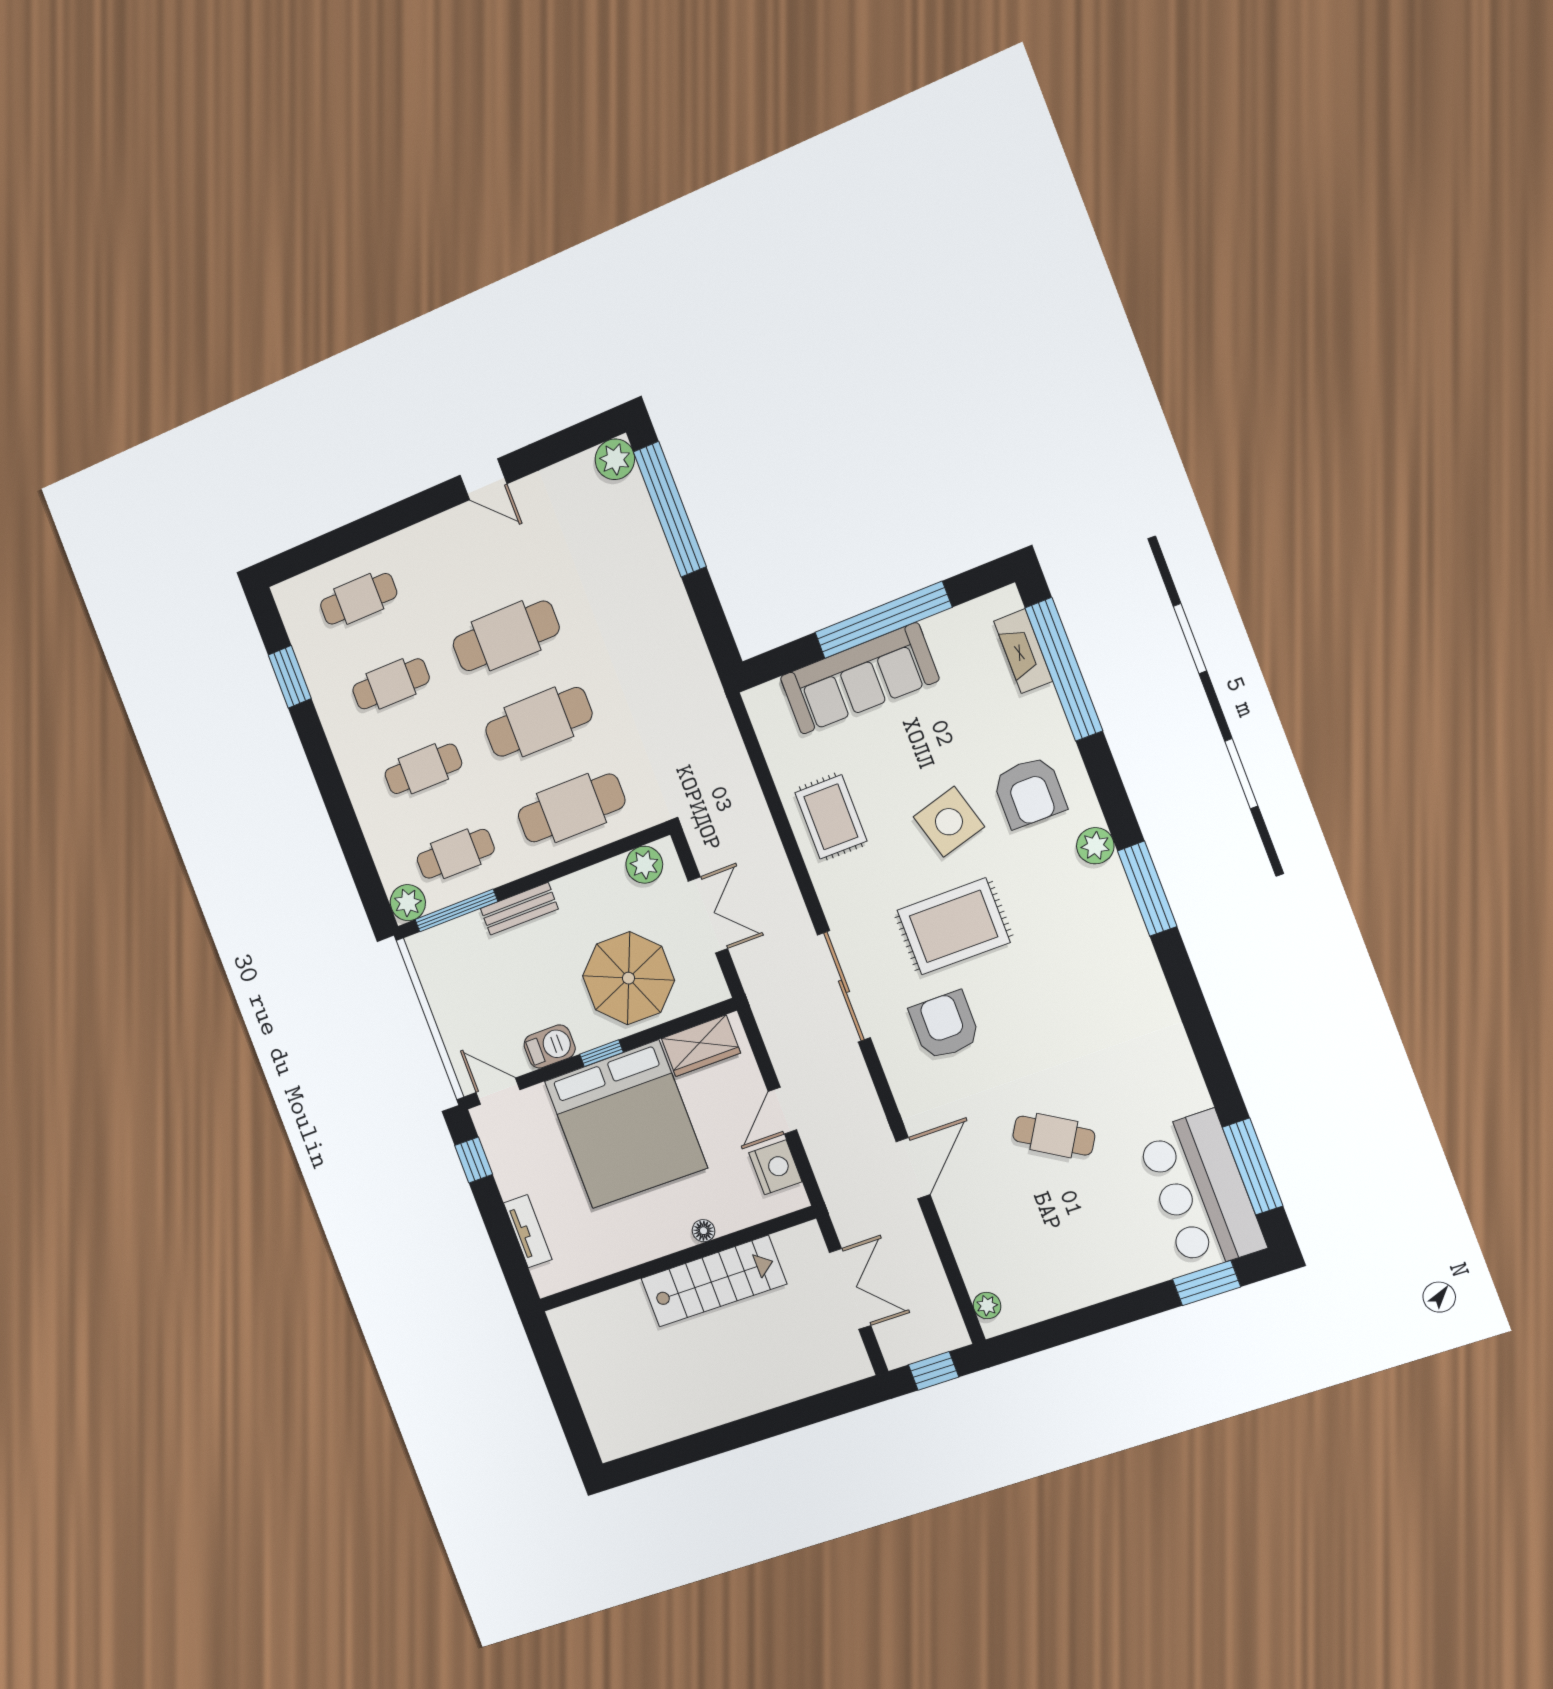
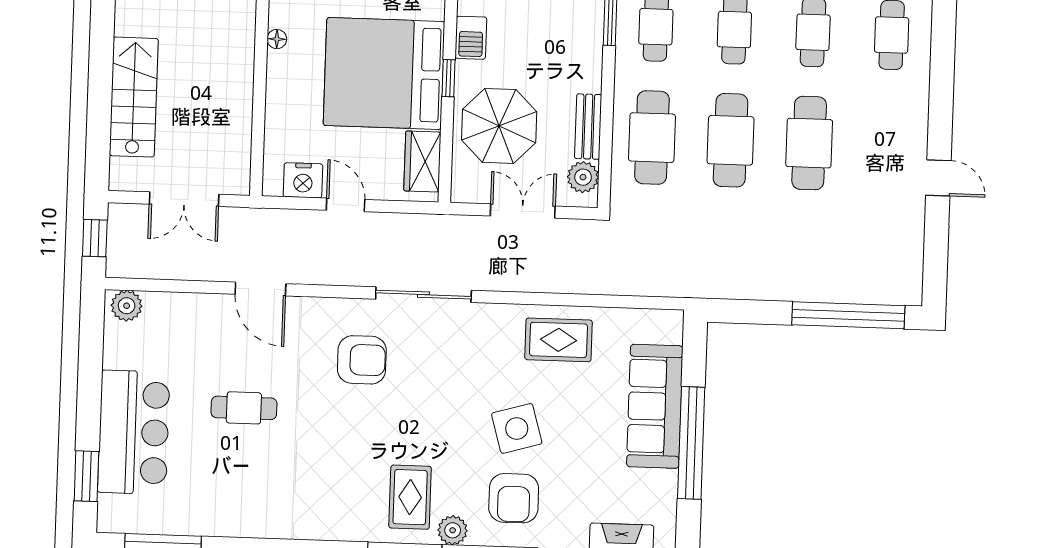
plant: (615, 459) -> (906, 289), removed
door: (484, 479) -> (938, 178), swing flipped
armchair: (1029, 792) -> (514, 498), turned -90
bench: (519, 909) -> (588, 127), moved
double door: (708, 915) -> (523, 211), swing flipped
rug: (954, 926) -> (410, 497), moved, width x0.73, depth x0.70
cafe table: (1054, 1136) -> (244, 408), turned 59
bar counter: (1201, 1191) -> (134, 432), moved, turned 90
floor lamp: (704, 1231) -> (277, 39), moved
stairs: (714, 1281) -> (134, 97), moved, turned 180
plant: (987, 1306) -> (127, 306), width x1.38, depth x1.38

